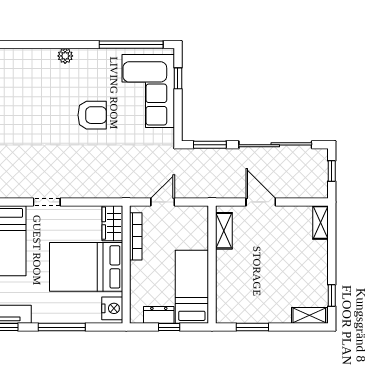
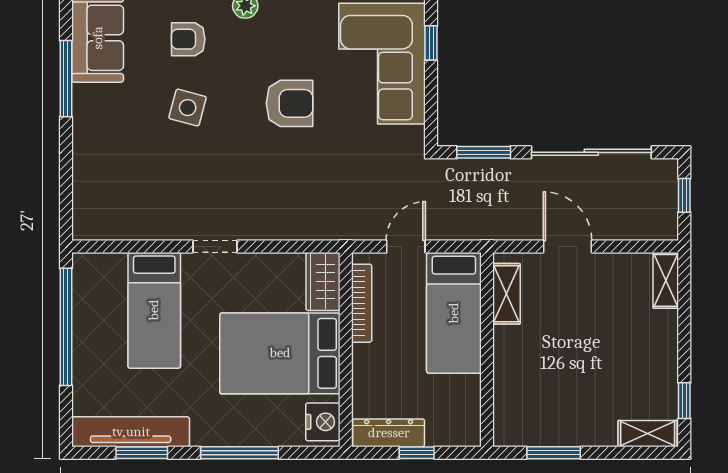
armchair: (31, 76) -> (188, 39), added
side table: (30, 118) -> (188, 108), added
bed: (192, 287) -> (454, 313), moved, turned 180
dresser: (159, 315) -> (389, 433), width x1.44

